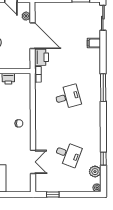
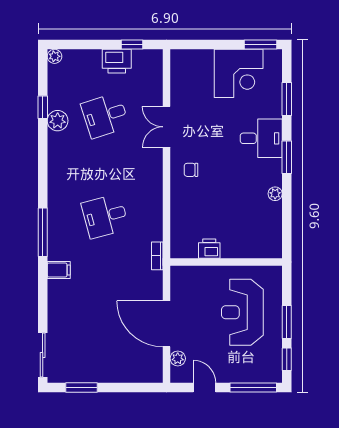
filing cabinet: (94, 43) -> (59, 270), moved
printer: (41, 57) -> (117, 61), moved, turned -90
desk: (68, 154) -> (105, 115), turned -39
double door: (33, 162) -> (167, 127), moved
plant: (95, 172) -> (58, 121), moved

